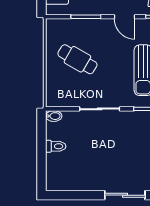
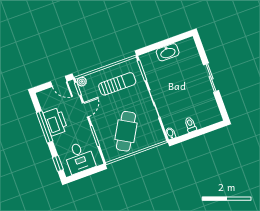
cafe table: (77, 59) -> (126, 131), width x1.37, depth x1.35
sliding door: (125, 195) -> (211, 78), moved

